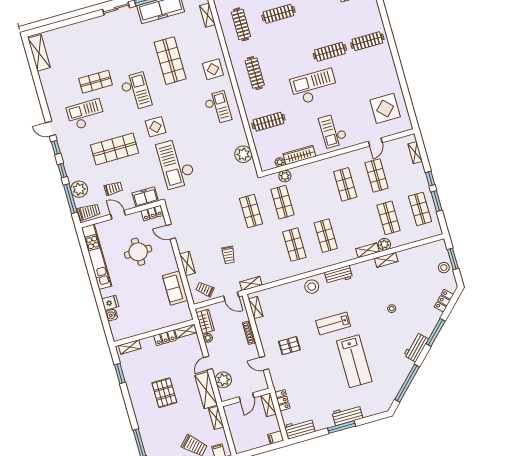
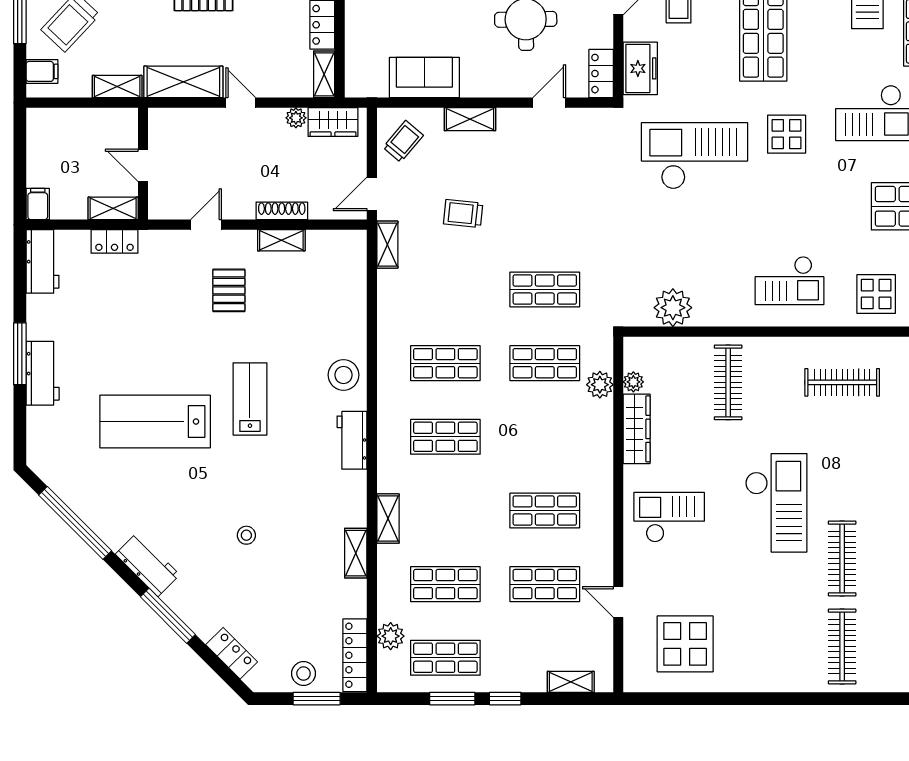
plant: (384, 244) -> (391, 636), moved
locker: (430, 248) -> (355, 655), added
shelving: (256, 308) -> (281, 240), moved
plant: (223, 380) -> (195, 126), removed

